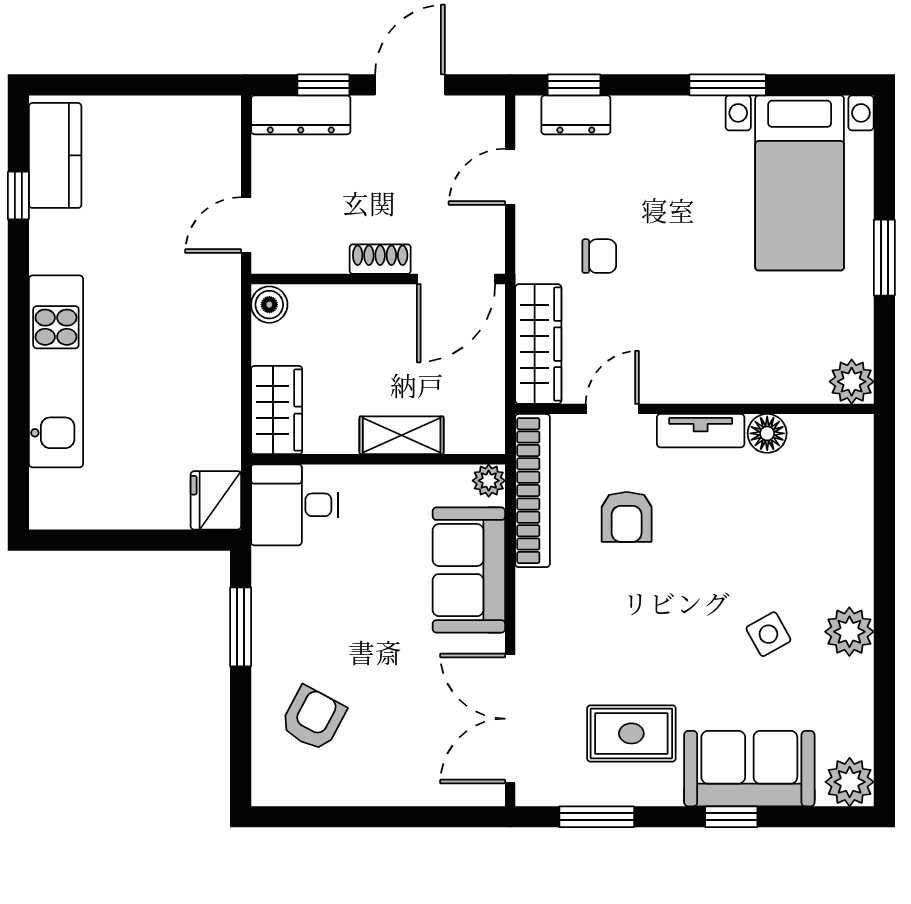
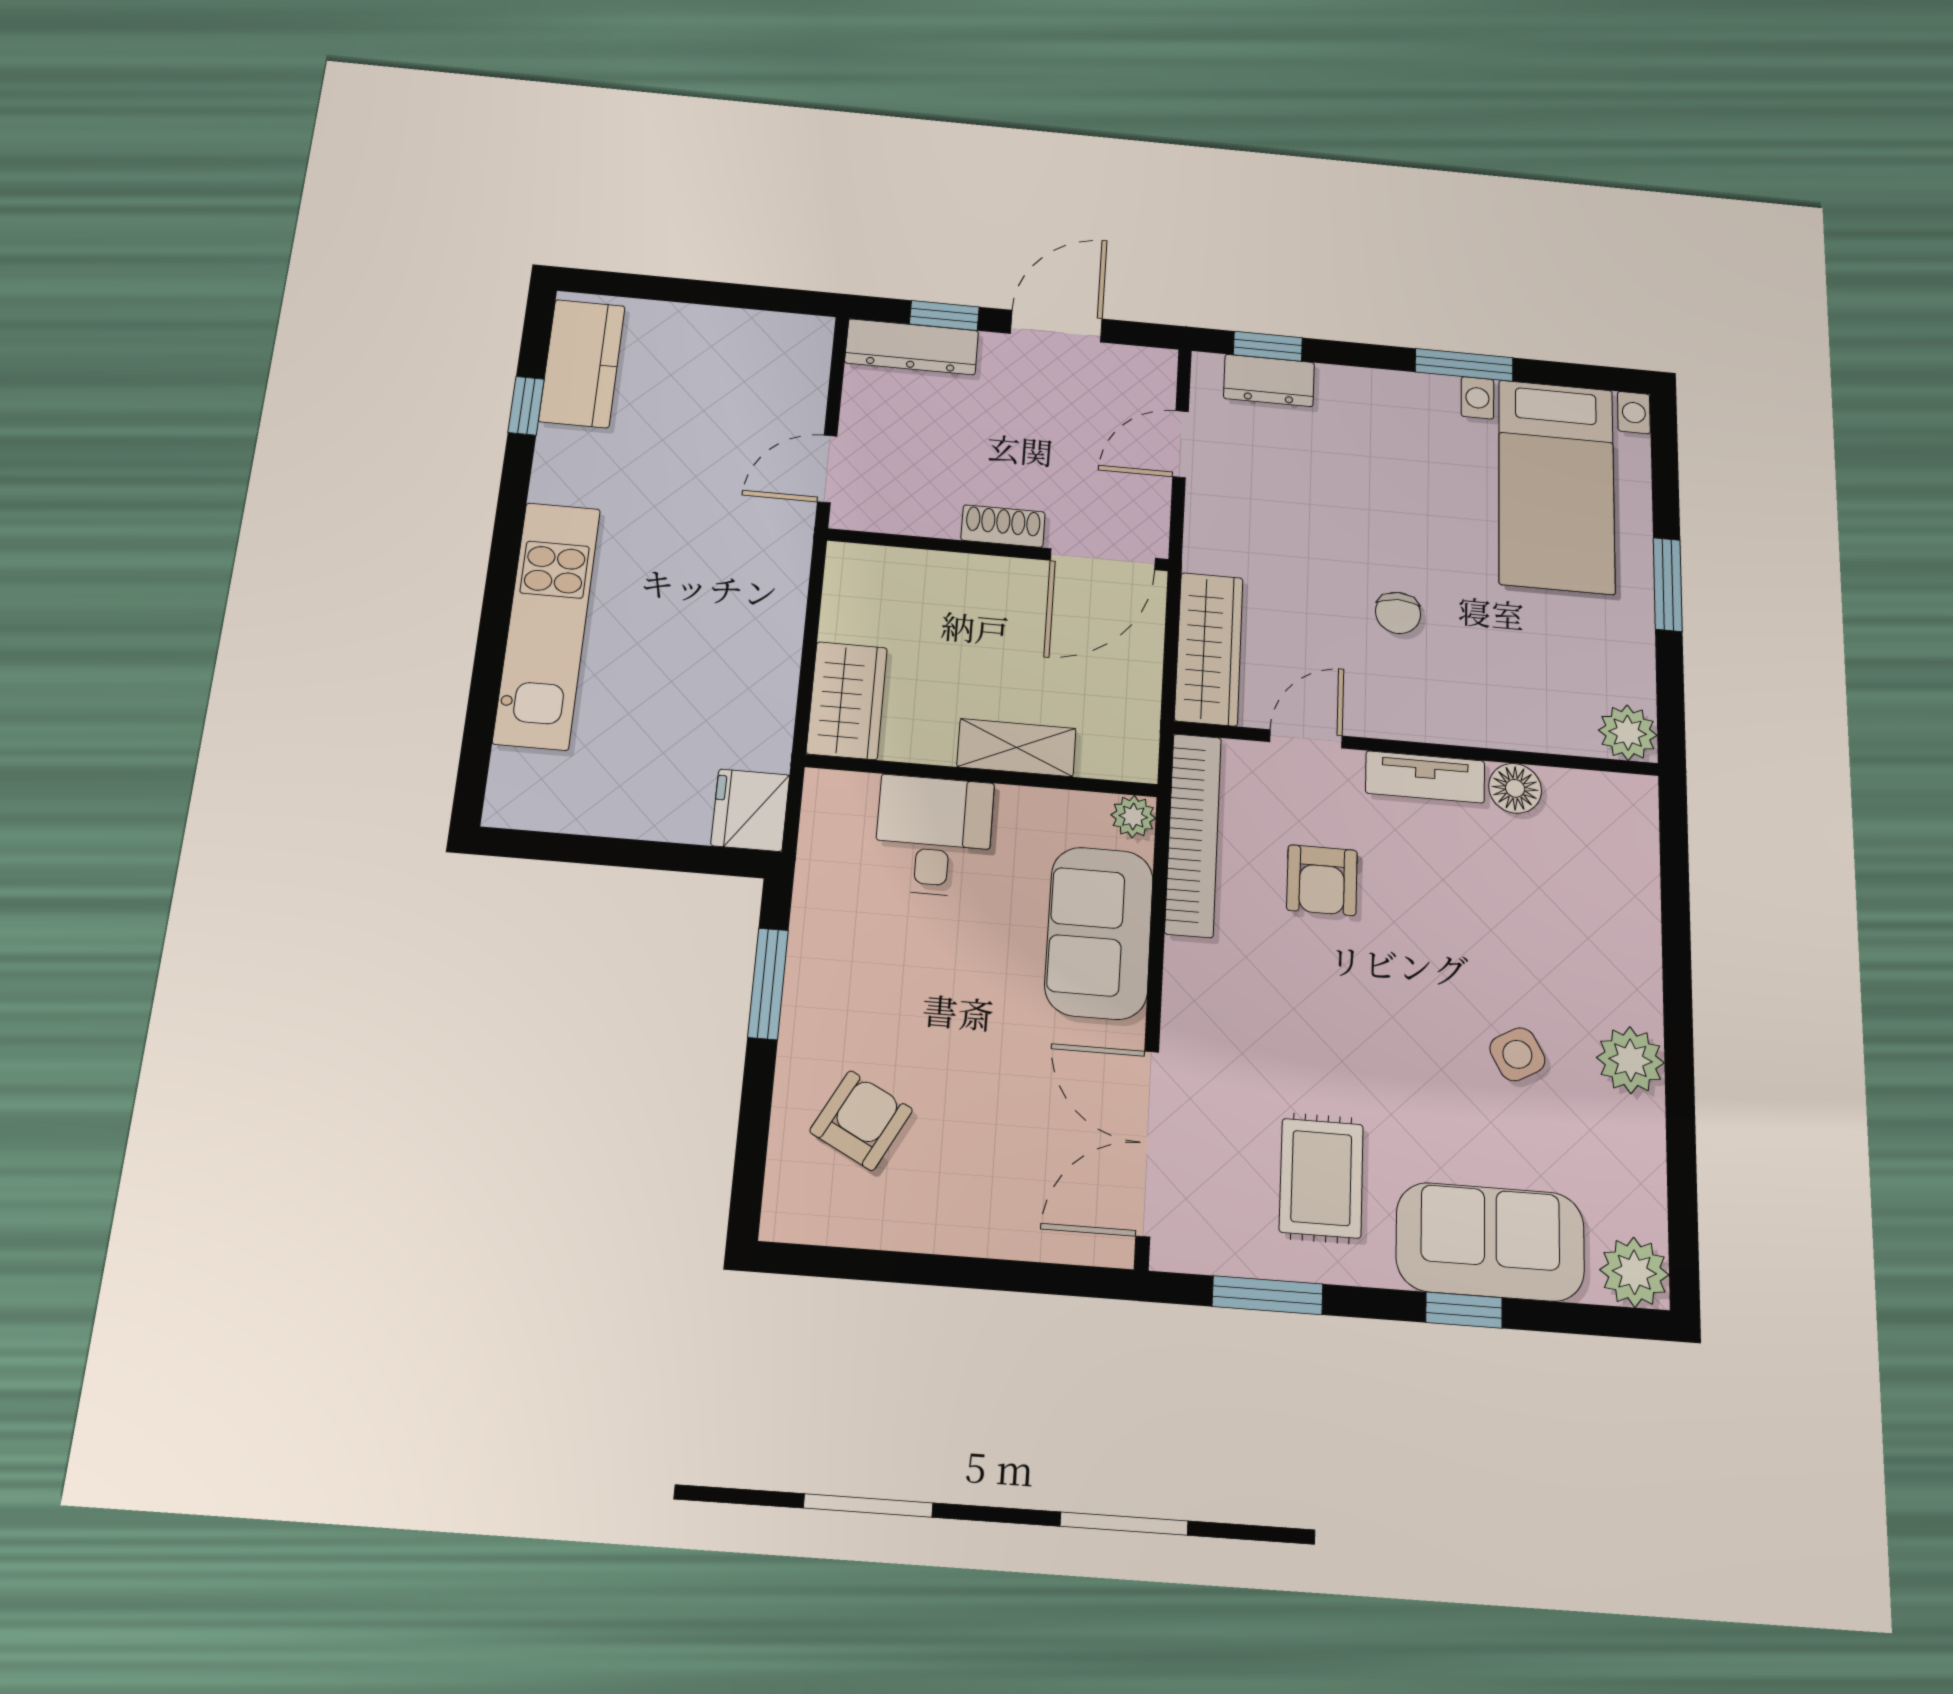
chair: (599, 256) -> (1398, 613), moved, turned 90
boiler: (269, 305) -> (849, 568), removed
desk: (295, 505) -> (934, 836), moved, turned 90
rug: (631, 733) -> (1321, 1178), turned 90

